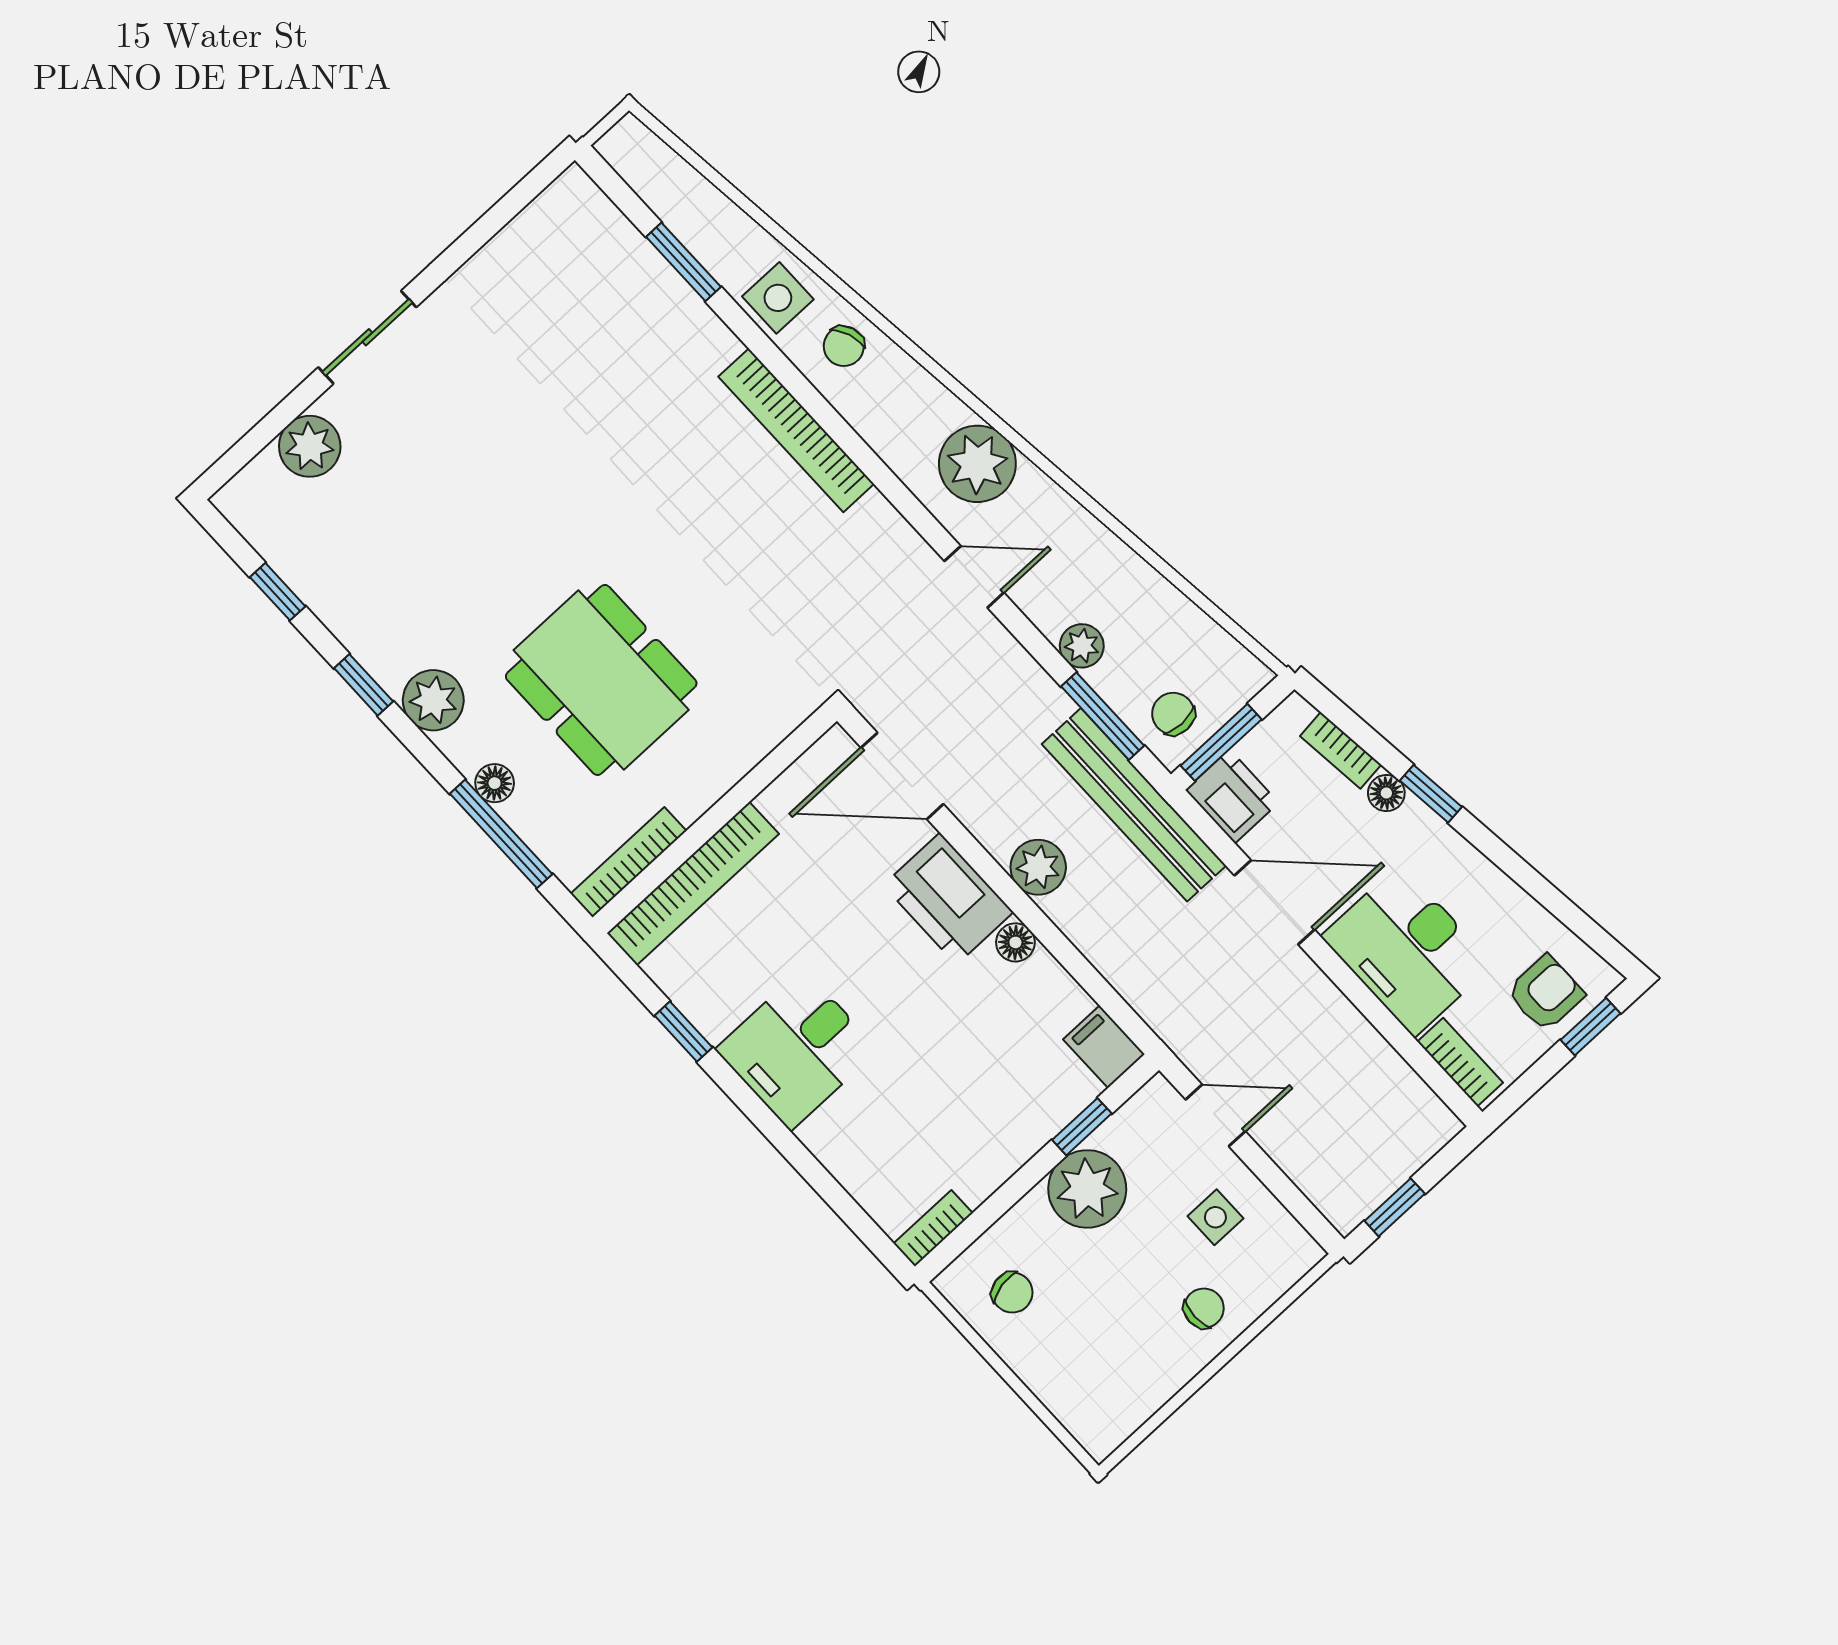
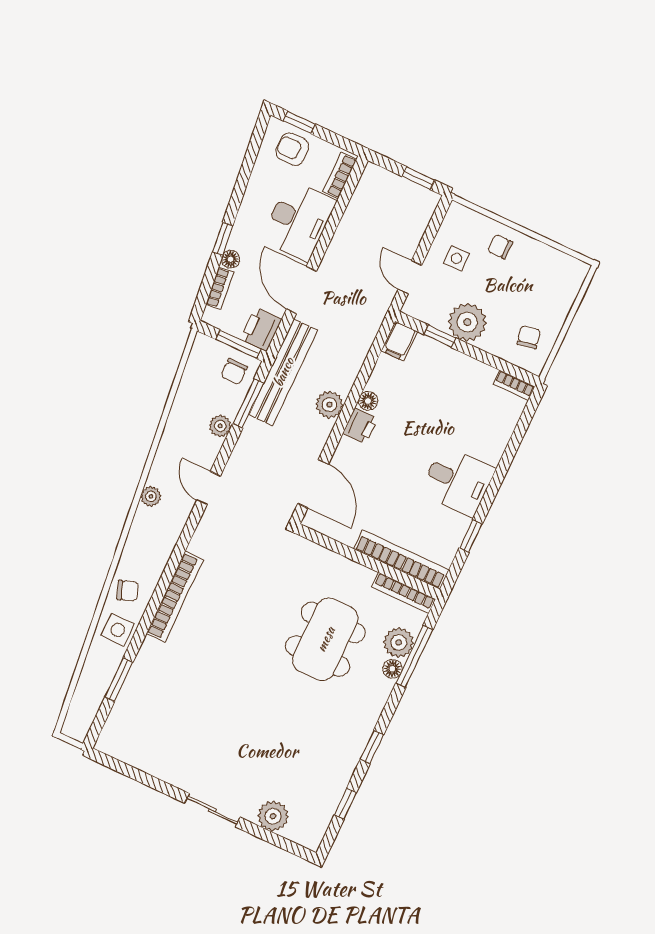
plant: (977, 464) -> (151, 496), width x0.53, depth x0.53
plant: (433, 700) -> (399, 642), moved
printer: (948, 899) -> (360, 426), width x0.53, depth x0.68

